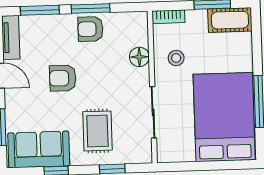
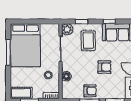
plant: (141, 152) -> (67, 29), added

